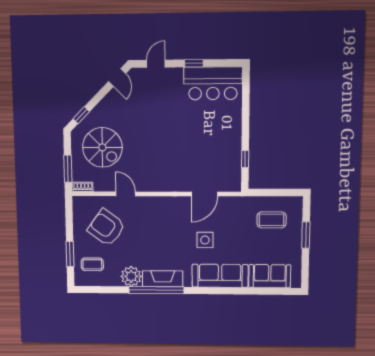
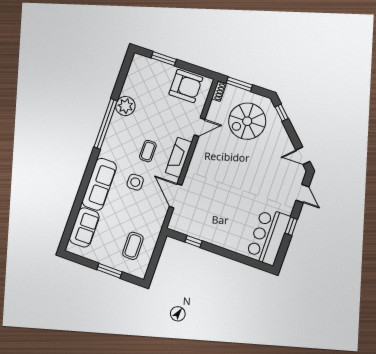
armchair: (106, 228) -> (186, 86), moved, turned 54
coffee table: (92, 264) -> (148, 151), moved
fireplace: (163, 279) -> (179, 157), moved, turned 180

